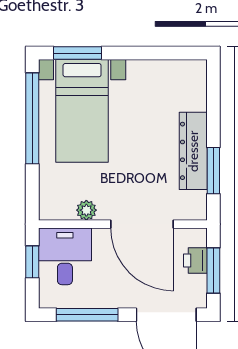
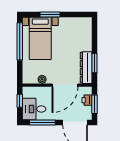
window: (77, 53) -> (50, 15), moved
dresser: (193, 151) -> (86, 68), moved
door: (142, 224) -> (65, 85), hinge flipped
desk: (65, 256) -> (34, 109), moved, turned -90

